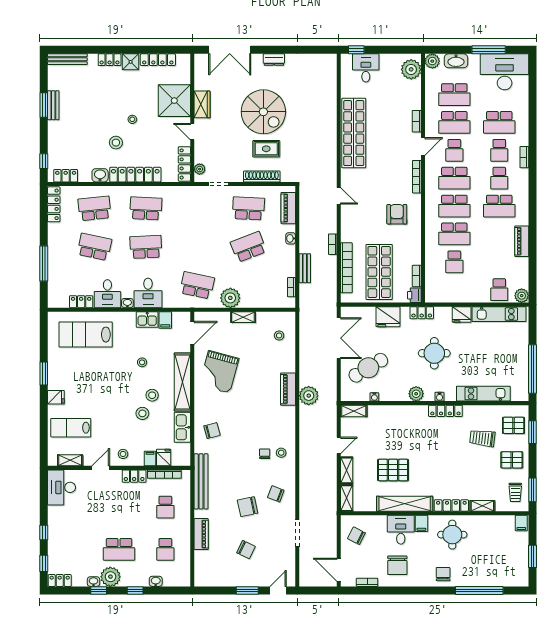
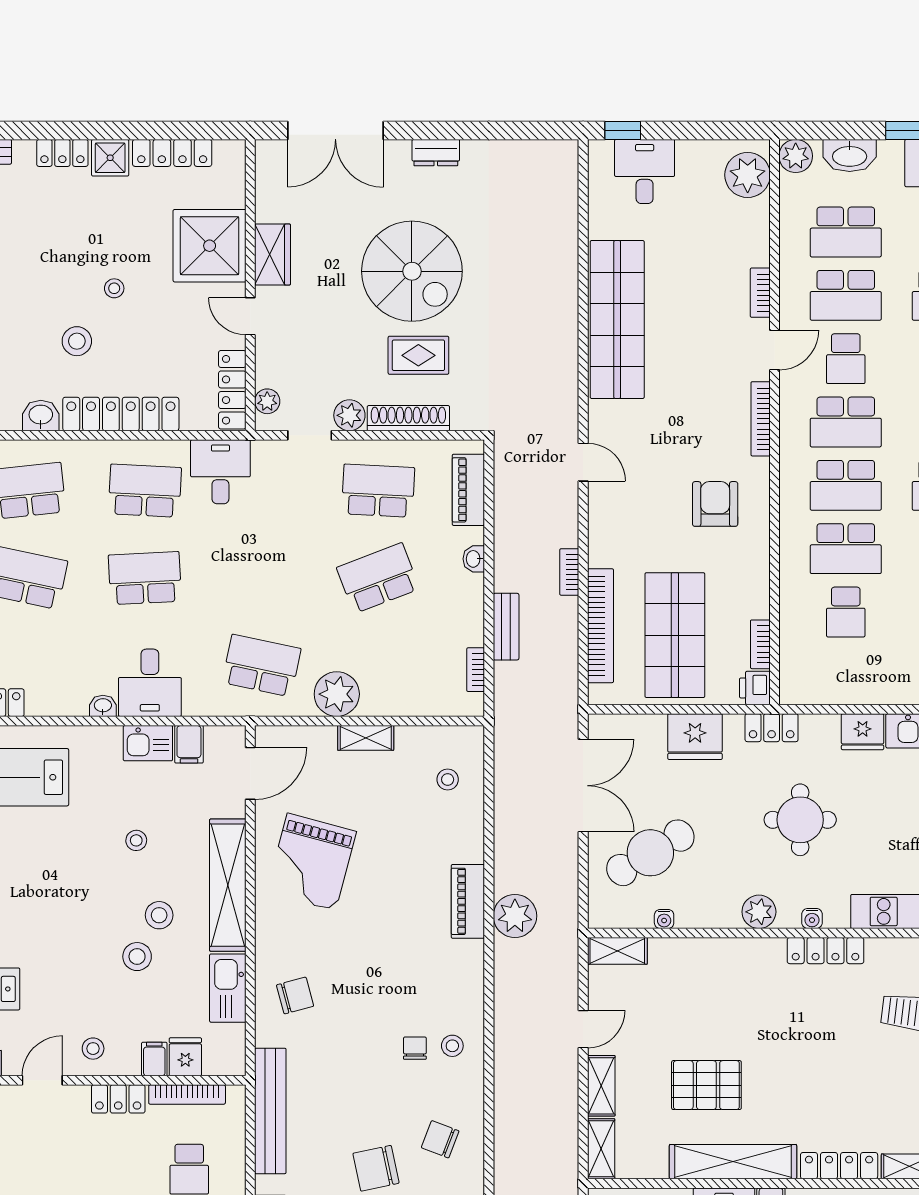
plant: (236, 175) -> (349, 415), added
desk: (107, 294) -> (220, 472), moved, turned 180

